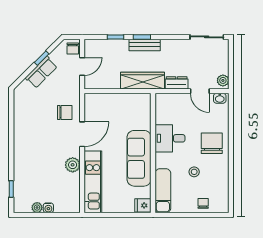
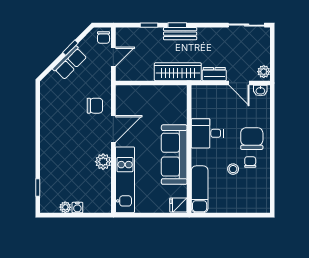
chair: (203, 203) -> (250, 162), moved

